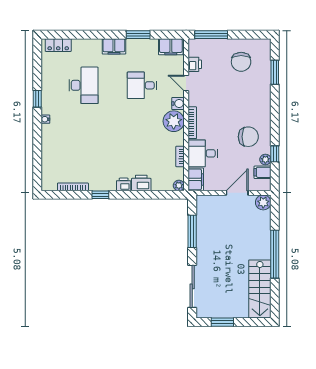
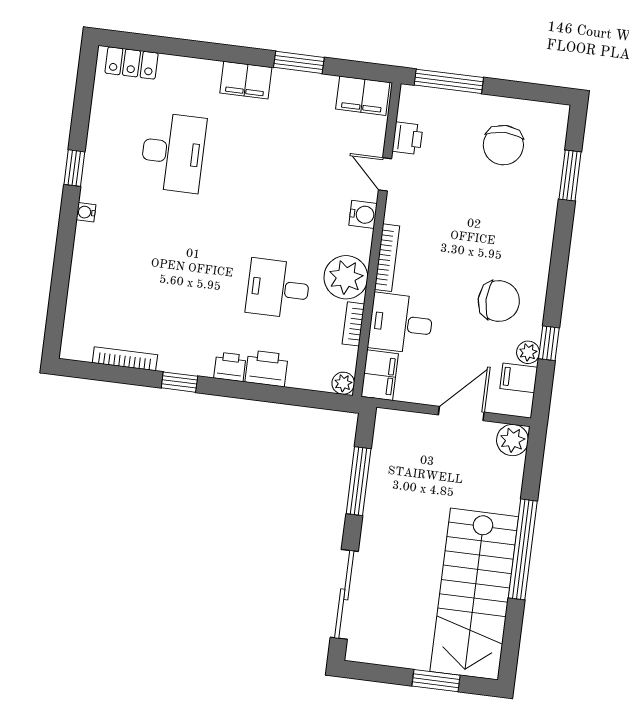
desk: (142, 85) -> (278, 288), moved
plant: (174, 121) -> (346, 277), moved
stairs: (260, 289) -> (474, 594), width x1.36, depth x1.51
window: (222, 322) -> (436, 681), moved

